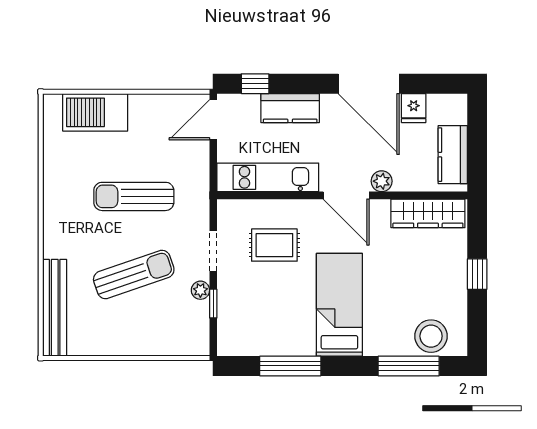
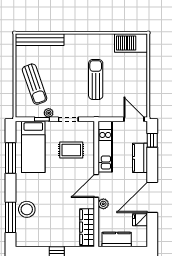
barbecue: (95, 112) -> (131, 43), moved, turned -90
rug: (274, 245) -> (71, 150), turned 90
sun lounger: (134, 275) -> (35, 84), moved
bed: (339, 305) -> (33, 147), moved, turned 90
stool: (431, 336) -> (27, 209), moved

